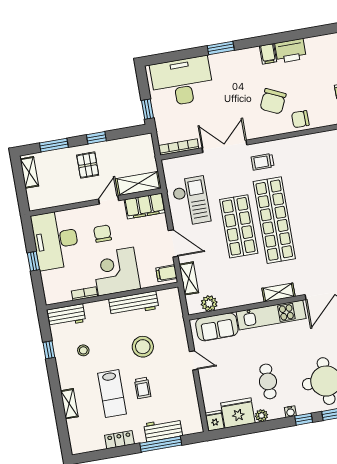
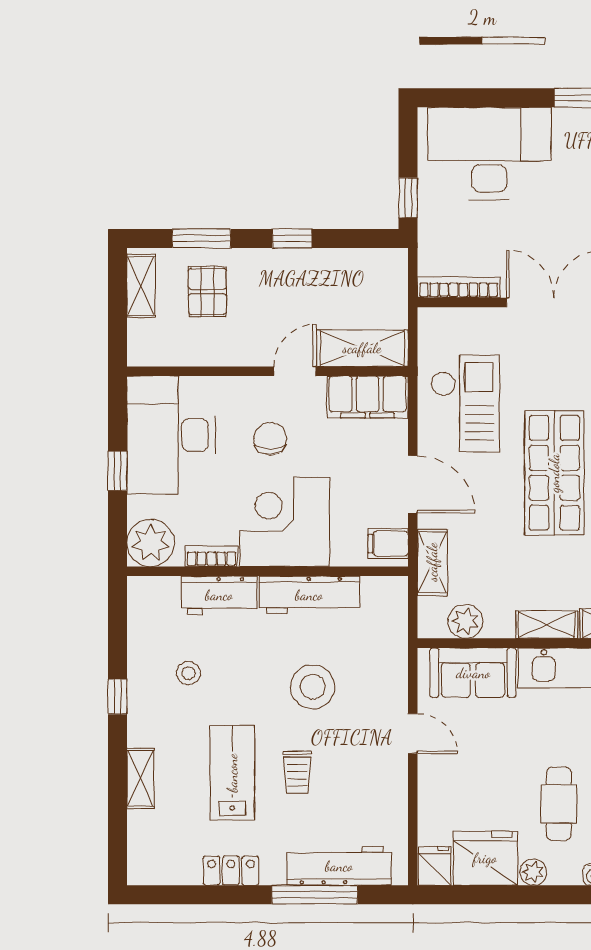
pallet: (88, 165) -> (207, 291), moved
plant: (55, 292) -> (151, 543), added
shelving: (248, 298) -> (547, 625), added
workbench: (66, 316) -> (219, 595), moved
window: (49, 350) -> (117, 697), moved
lab bench: (112, 394) -> (232, 773), turned 180
workbench: (163, 430) -> (339, 866), width x1.37

